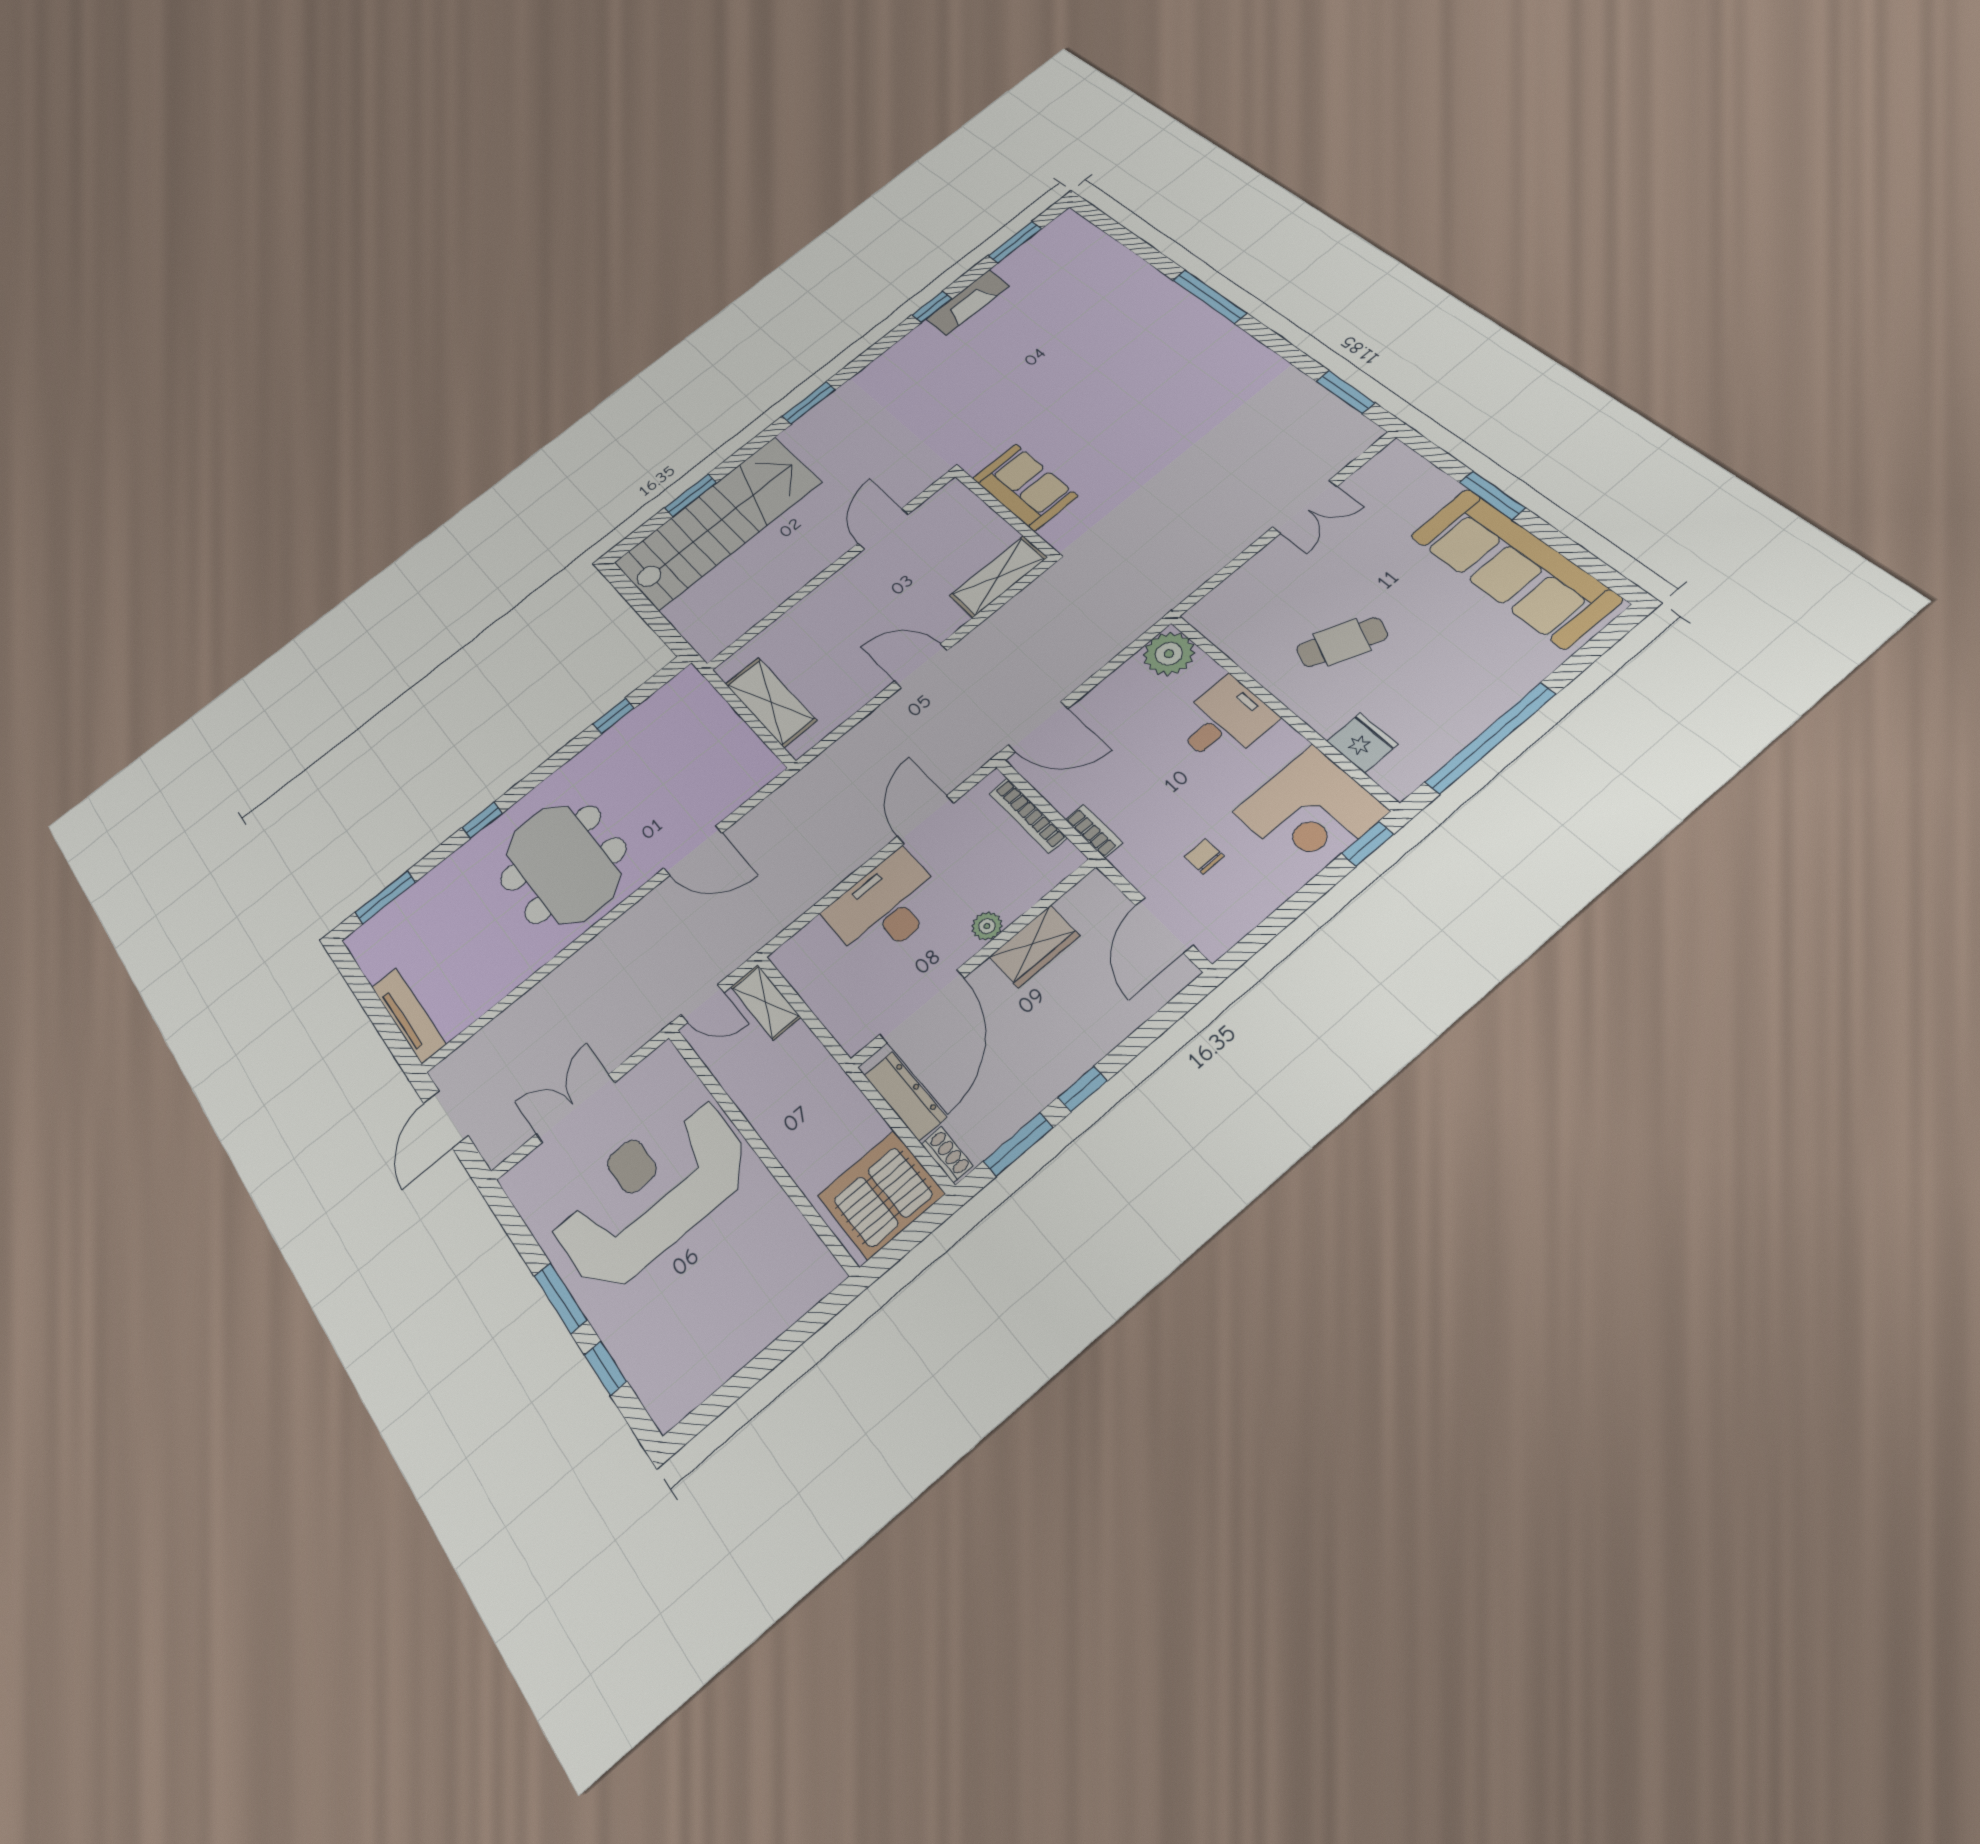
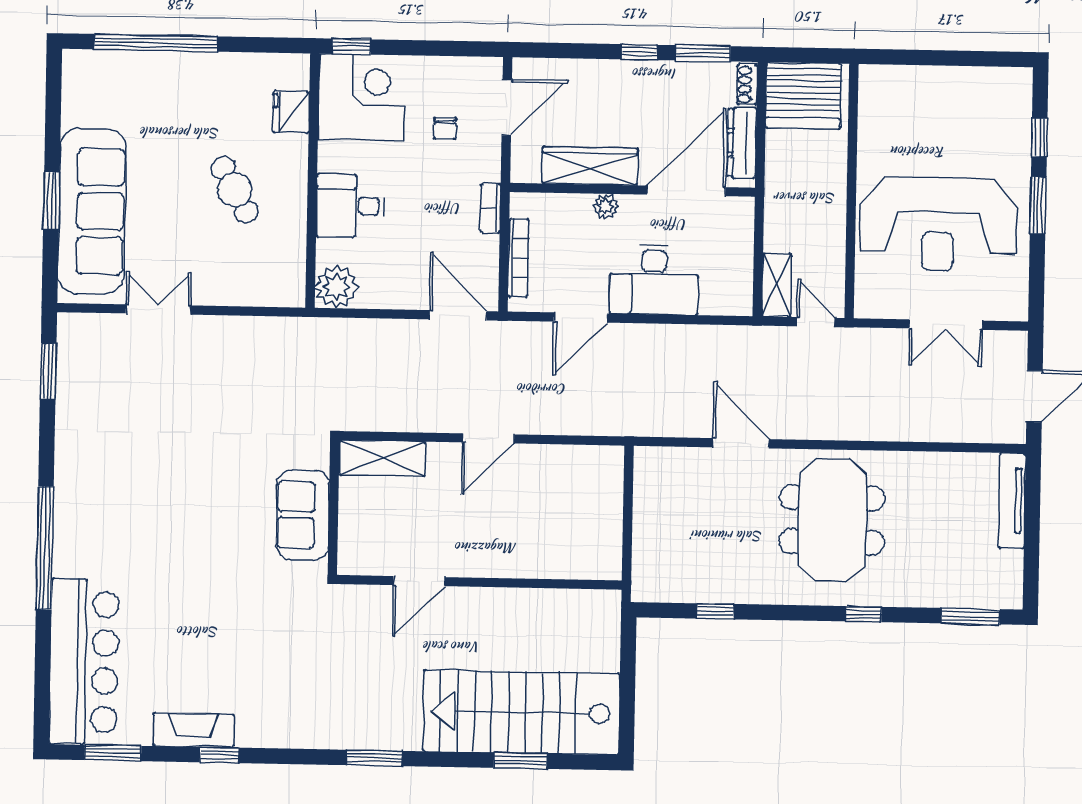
bar counter: (1098, 267) -> (84, 662), added
window: (1209, 297) -> (45, 548), width x1.46
sofa: (1514, 567) -> (92, 211), moved
cafe table: (1342, 642) -> (235, 190), turned 38
door: (921, 666) -> (488, 438), hinge flipped
shelving: (771, 702) -> (604, 511), removed
window: (1490, 738) -> (156, 43), moved
wardrobe: (1034, 946) -> (590, 166), width x1.50

